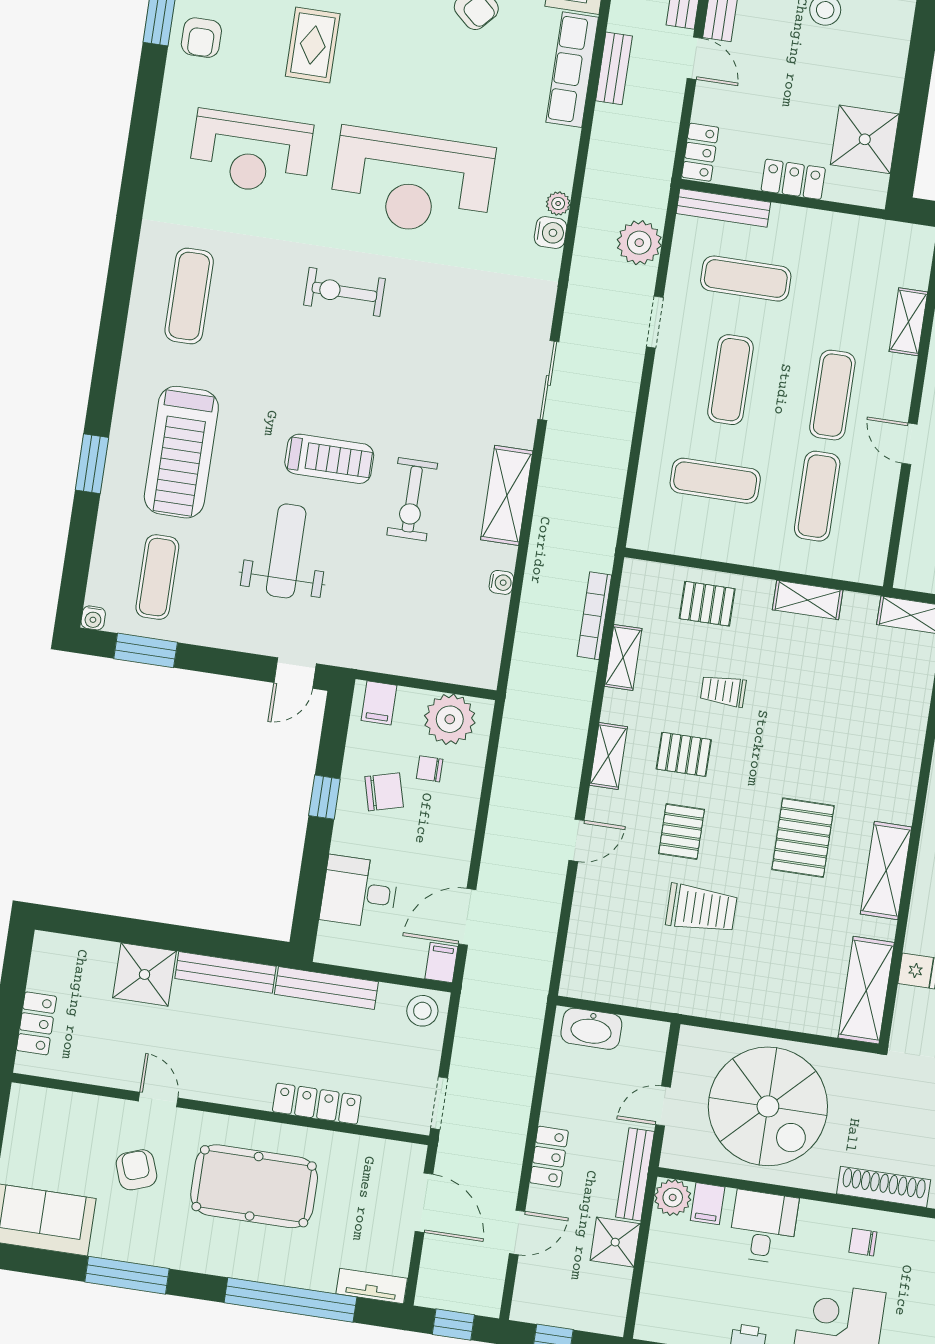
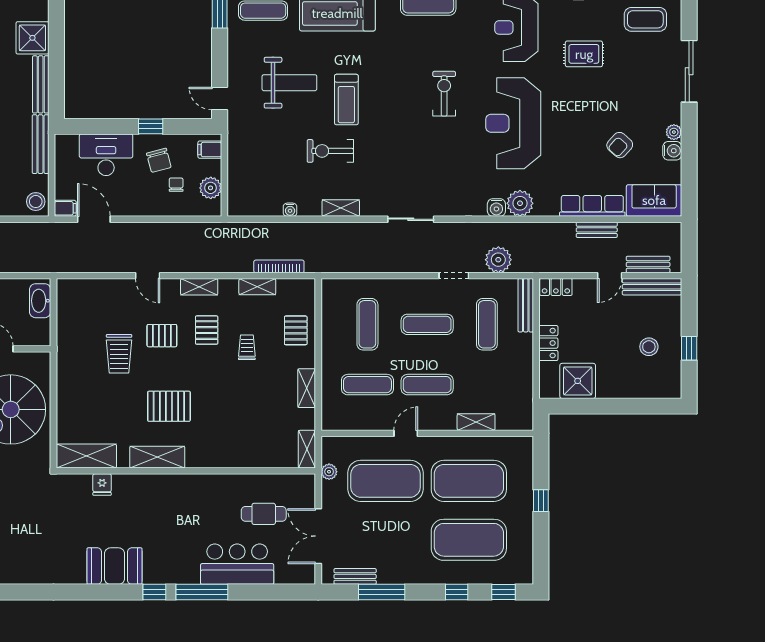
plant: (558, 203) -> (520, 203), width x1.87, depth x1.87
shelving: (507, 495) -> (341, 208), width x0.67, depth x0.75
plant: (450, 719) -> (211, 188), width x0.73, depth x0.73
desk: (359, 892) -> (106, 155), width x1.37

